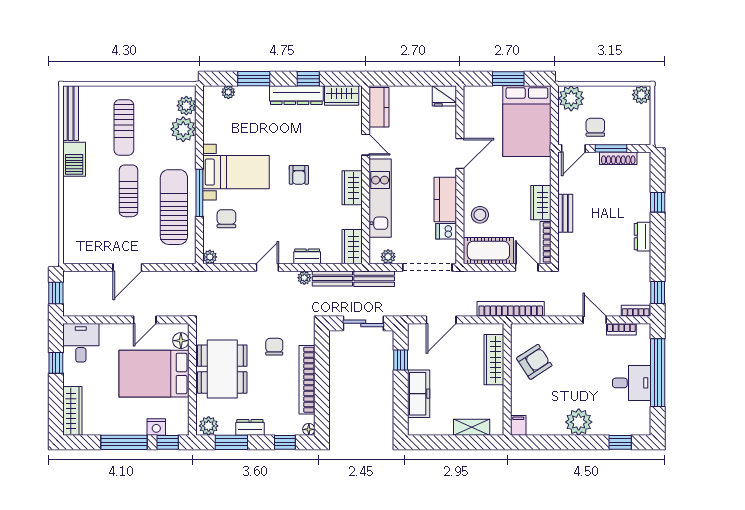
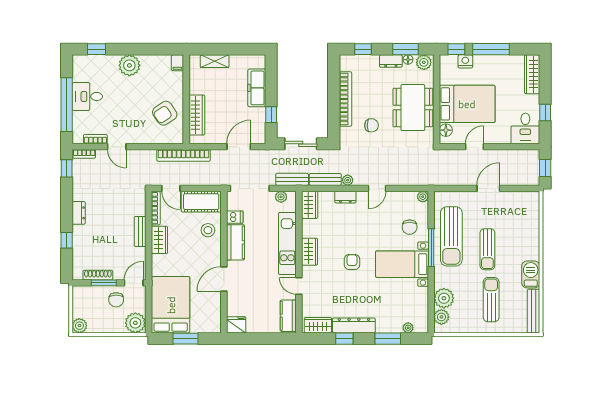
chair: (274, 347) -> (372, 125), turned -90
floor lamp: (309, 429) -> (408, 60), moved

